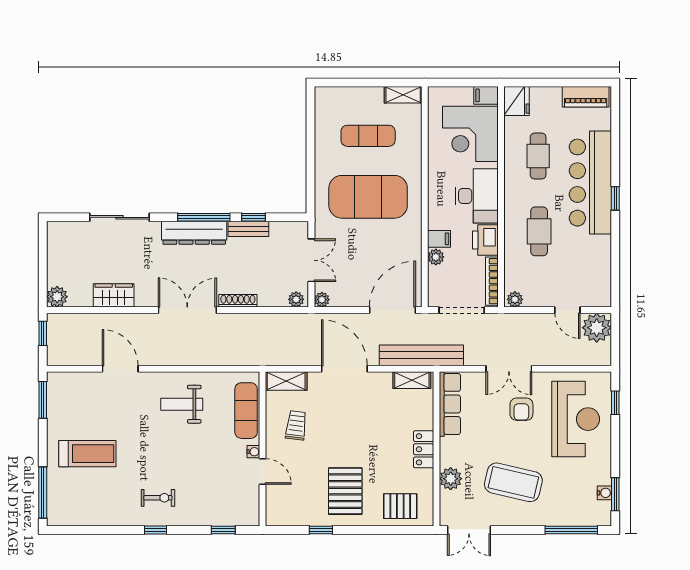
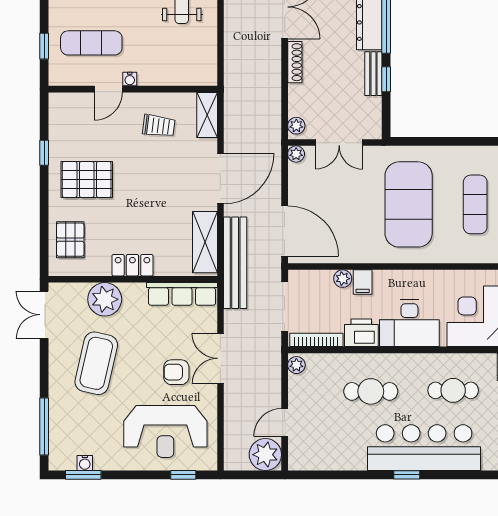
shelving: (412, 380) -> (205, 242), width x1.50, depth x1.33
exercise mat: (246, 411) -> (91, 43), moved
plant: (451, 479) -> (105, 299), width x1.36, depth x1.36

